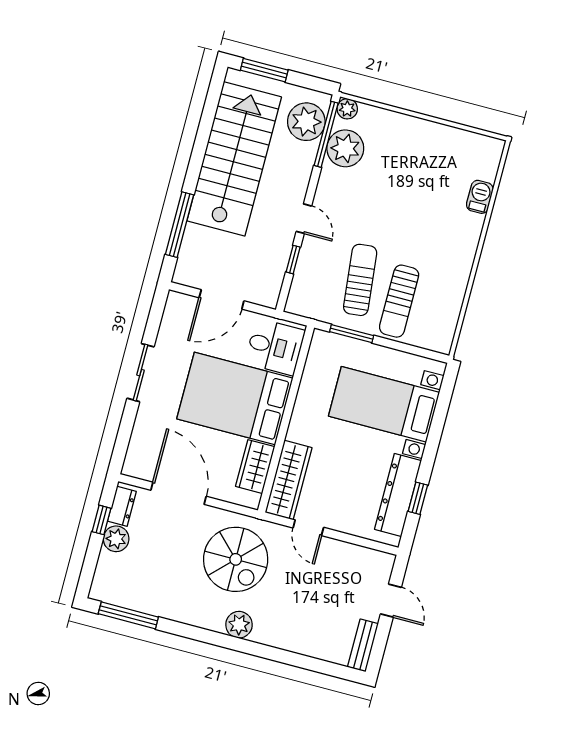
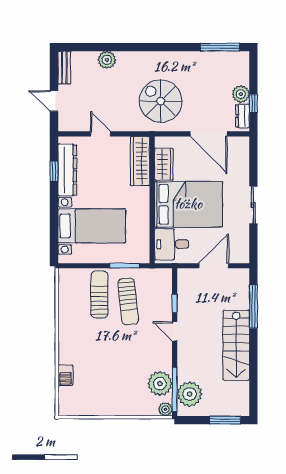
stairs: (234, 159) -> (236, 345), width x0.73, depth x0.66
door: (308, 528) -> (101, 134), moved
plant: (239, 625) -> (107, 60), moved

